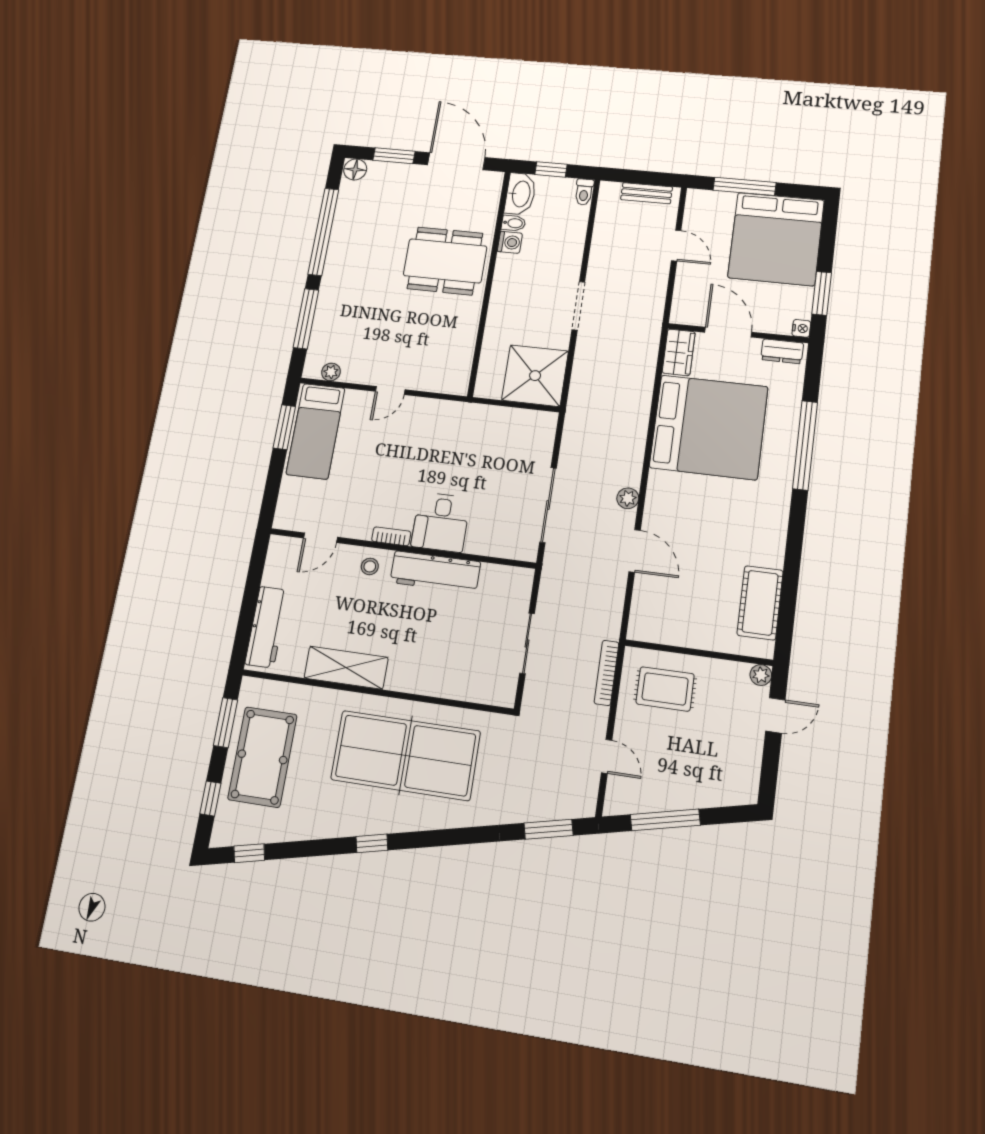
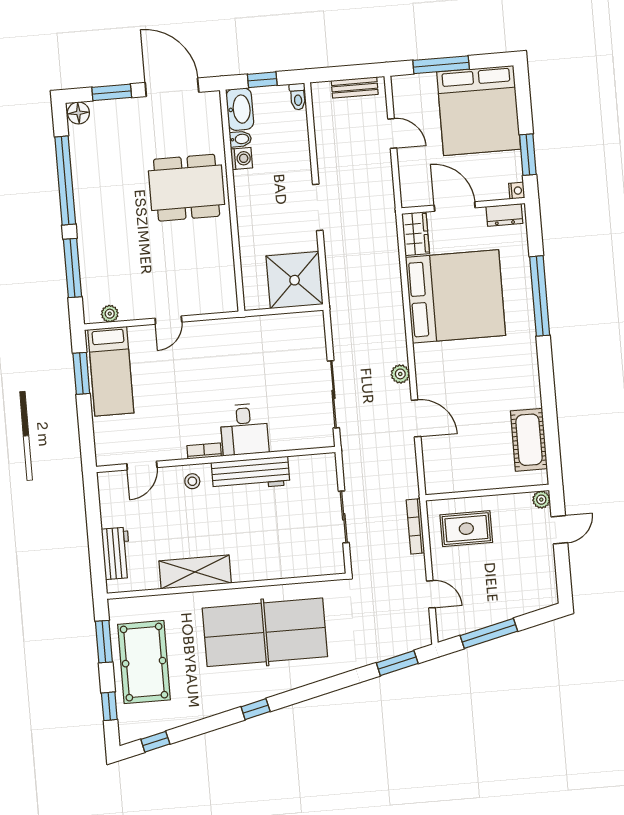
workbench: (267, 627) -> (116, 553), width x0.73

